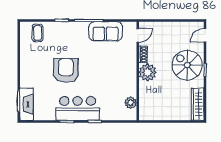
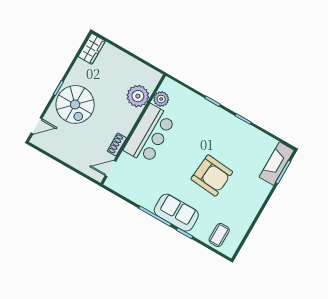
sofa: (105, 31) -> (176, 213), moved
armchair: (66, 71) -> (212, 176), turned -85
plant: (148, 72) -> (138, 96), moved
wardrobe: (198, 104) -> (92, 49), width x0.67
bar counter: (78, 108) -> (150, 134), moved, turned -90

